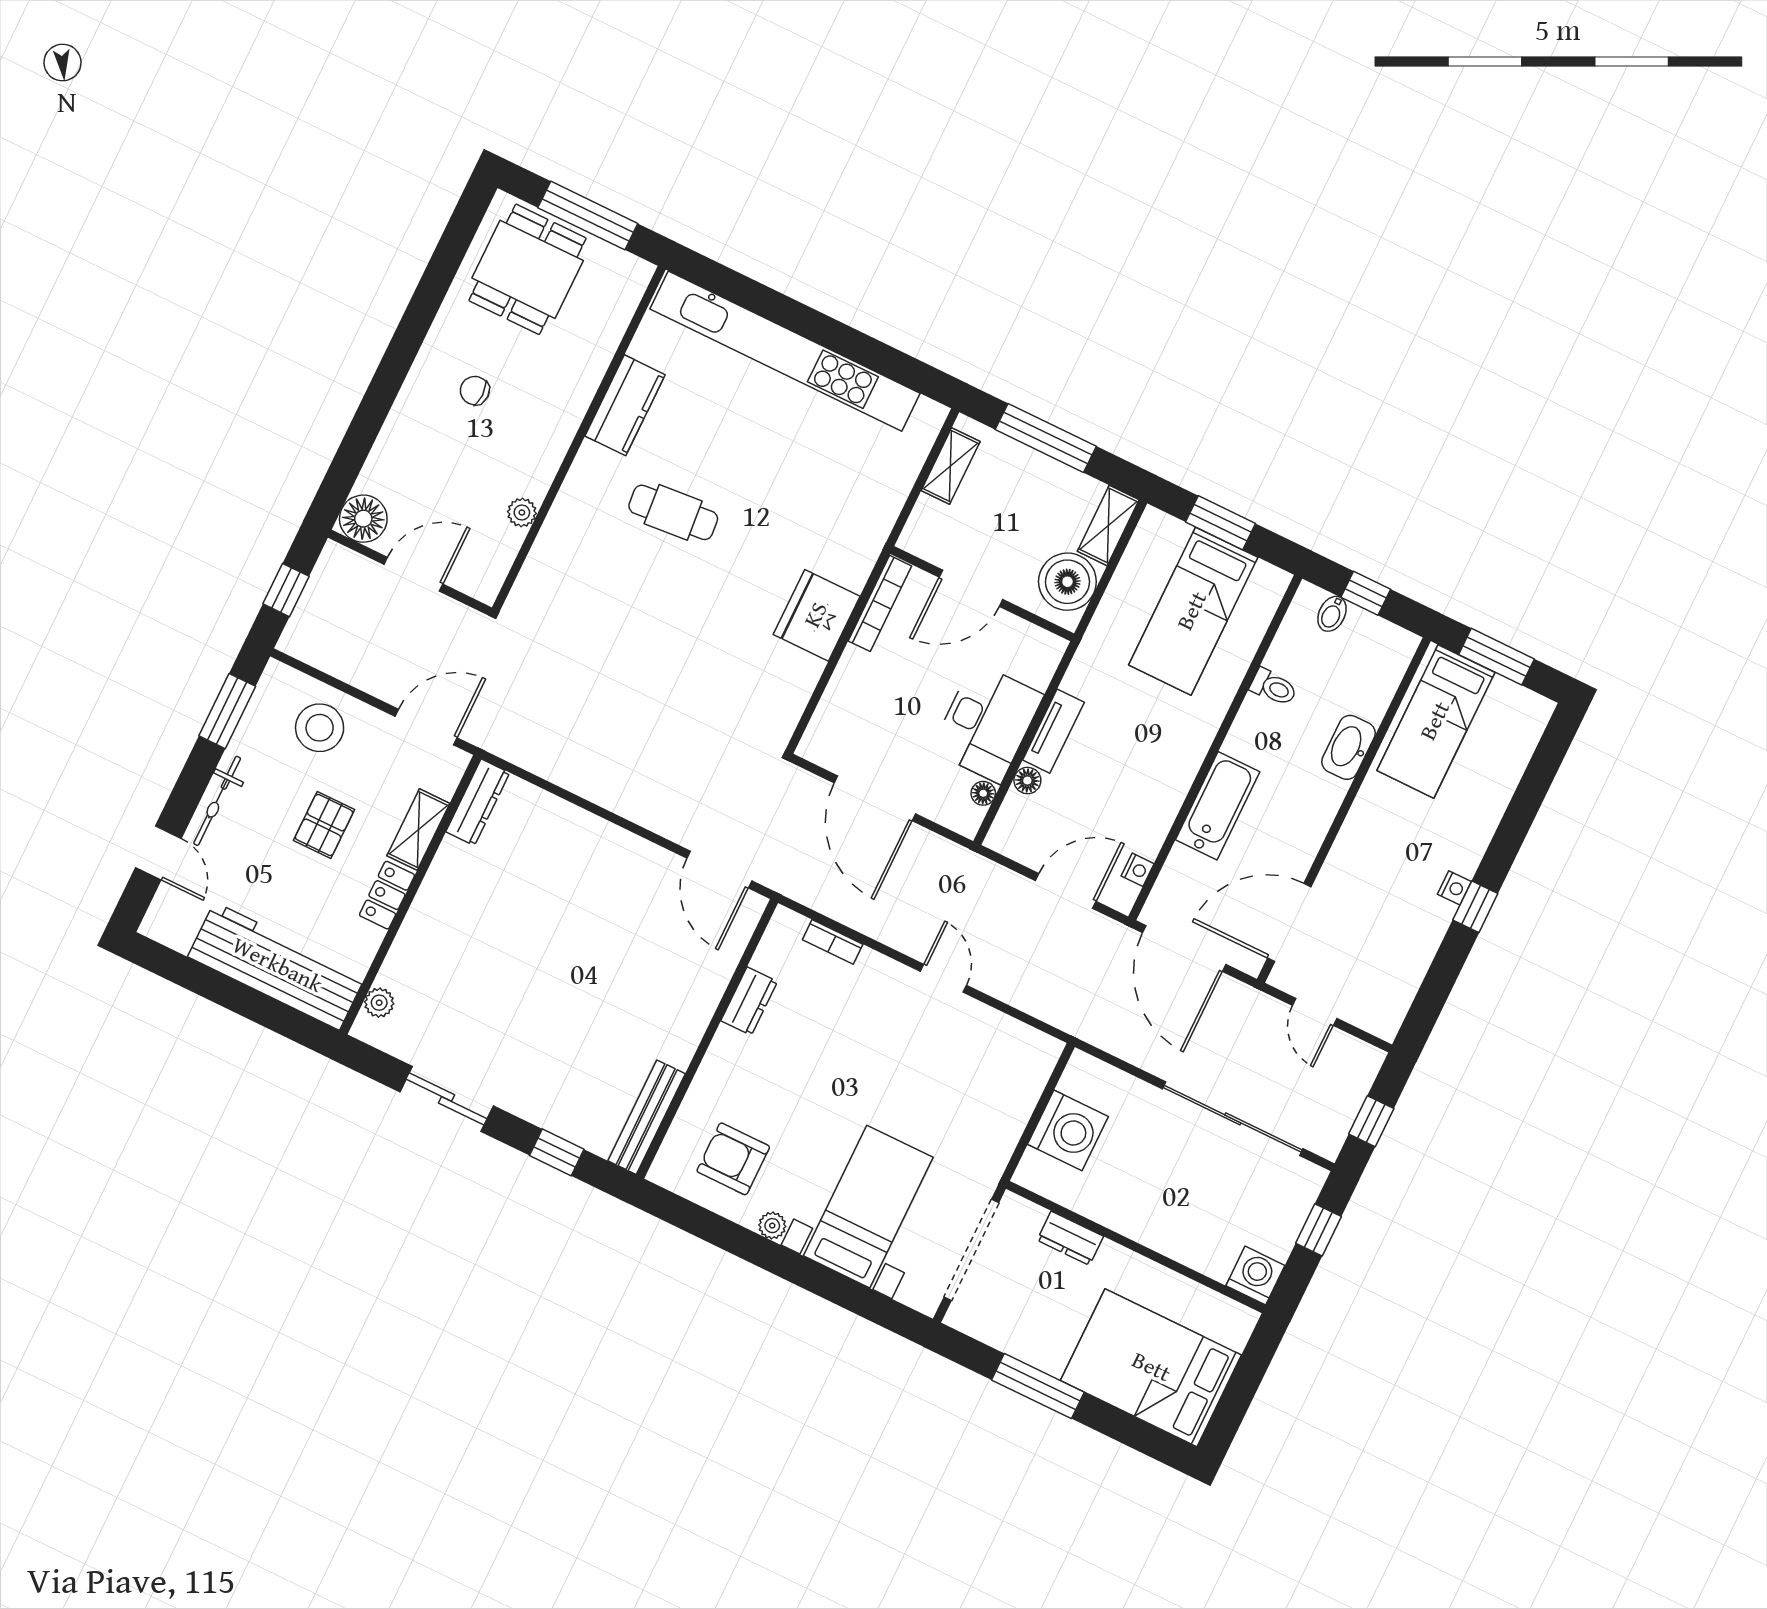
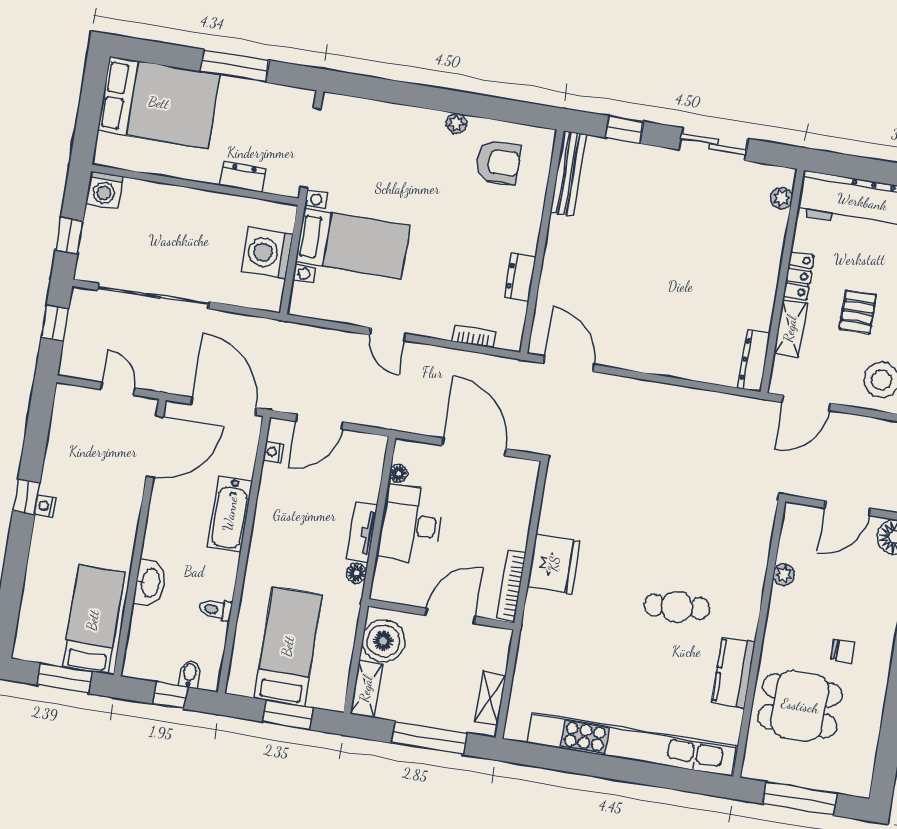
dining table: (528, 269) -> (800, 706), moved, turned 90
floor lamp: (1027, 781) -> (357, 573), moved
bed with nightstands: (868, 1207) -> (353, 244), moved, turned -90

